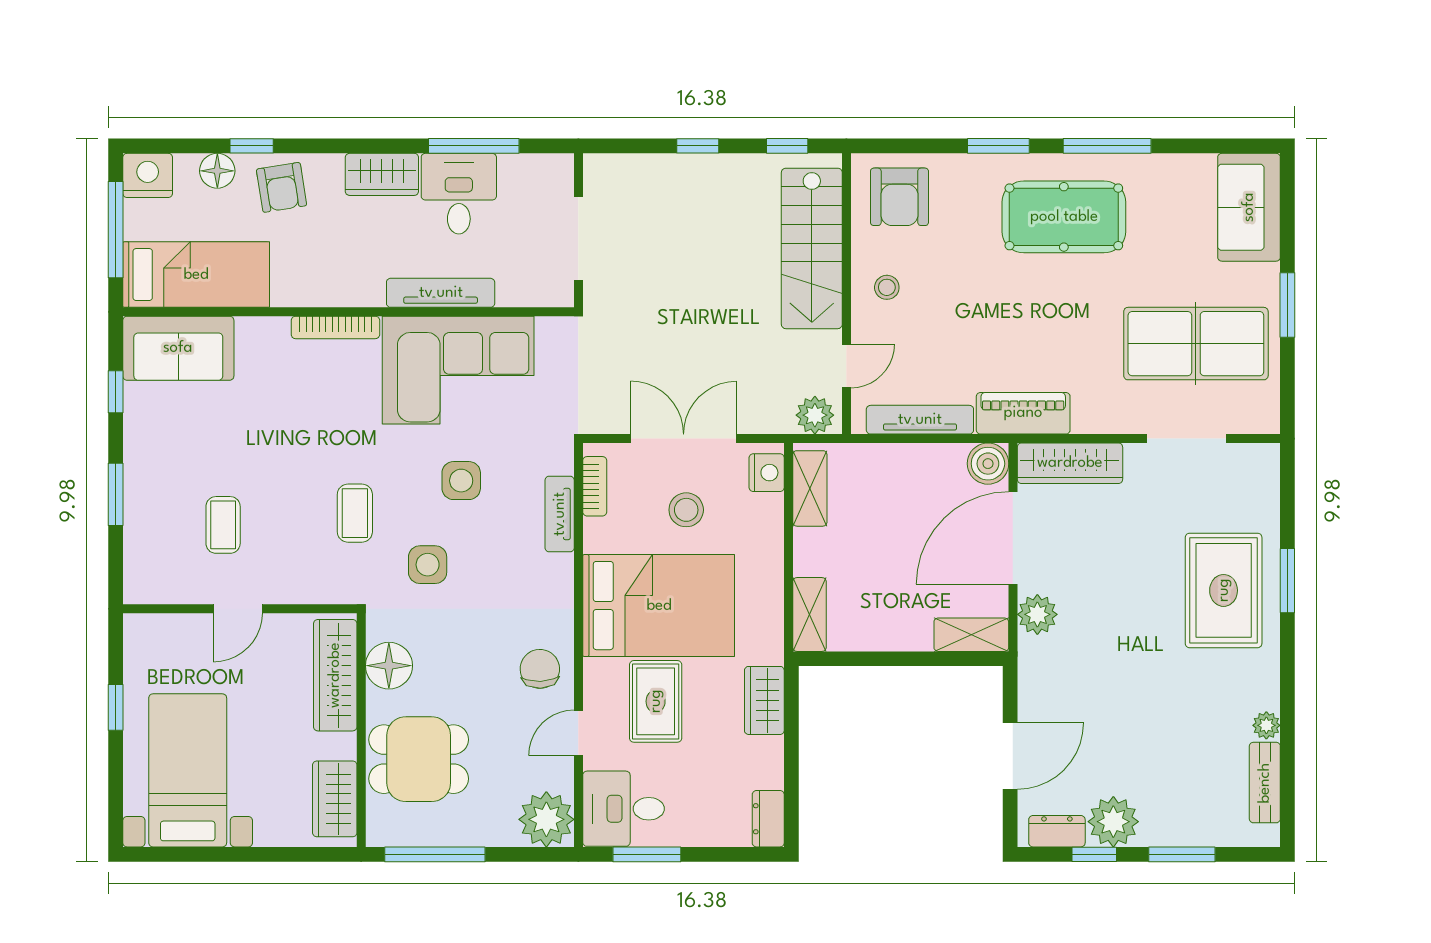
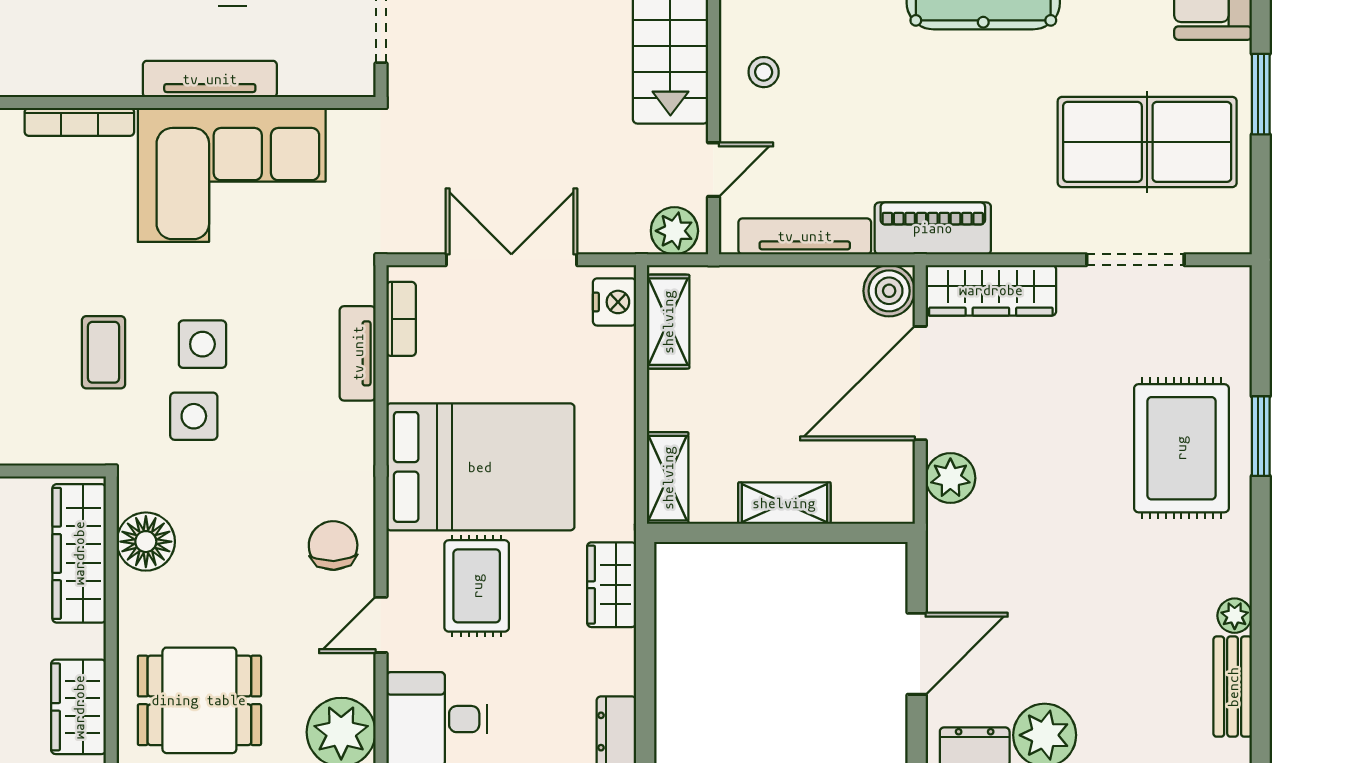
side table: (461, 481) -> (202, 344), moved
stool: (686, 510) -> (515, 348), removed
shelving: (971, 635) -> (784, 503), moved
dining table: (419, 759) -> (199, 700), moved

